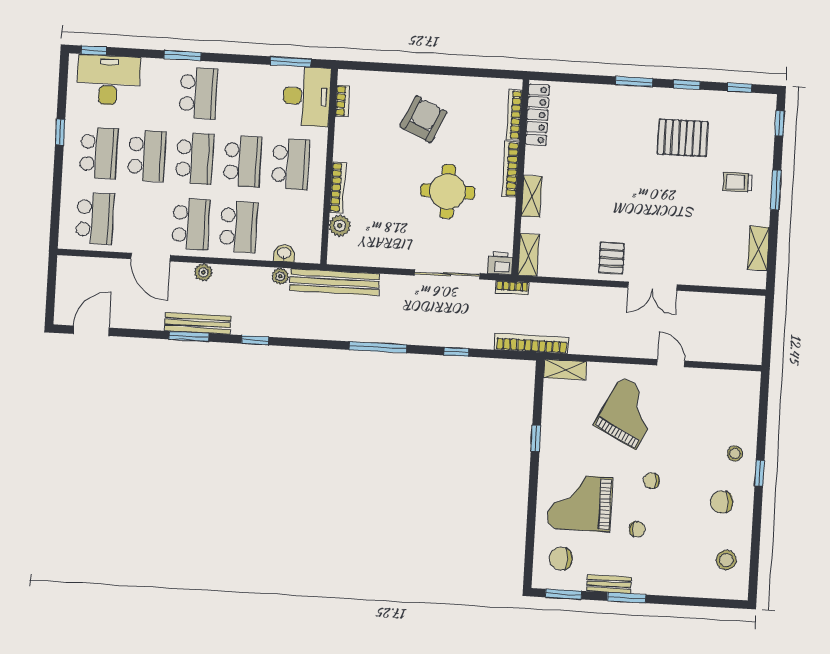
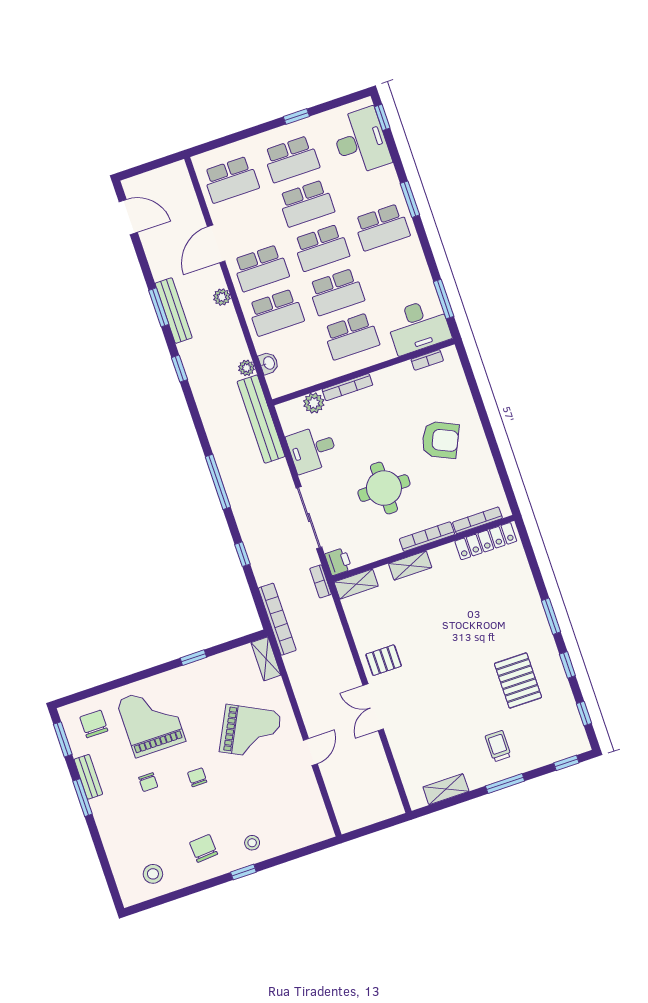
desk: (383, 245) -> (312, 449), added

